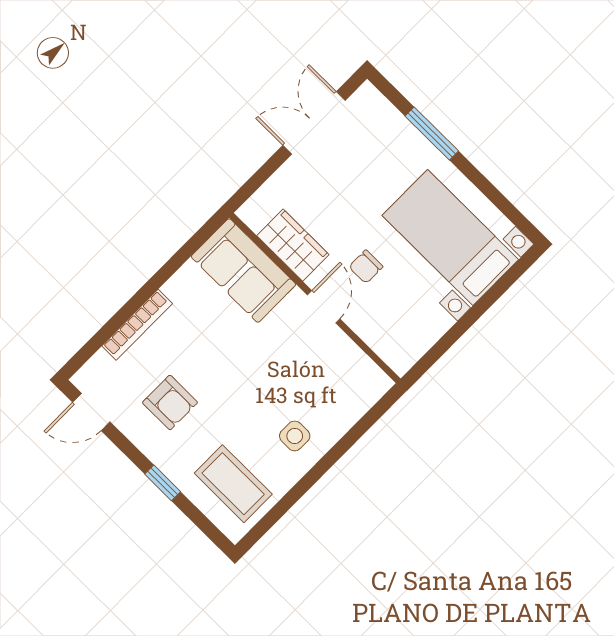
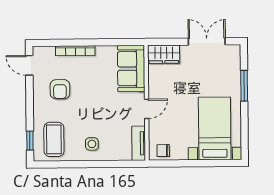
wardrobe: (293, 245) -> (164, 54), moved, turned 90
chair: (366, 267) -> (163, 151), moved
tv unit: (361, 368) -> (139, 143), added
window: (163, 483) -> (30, 141), moved

